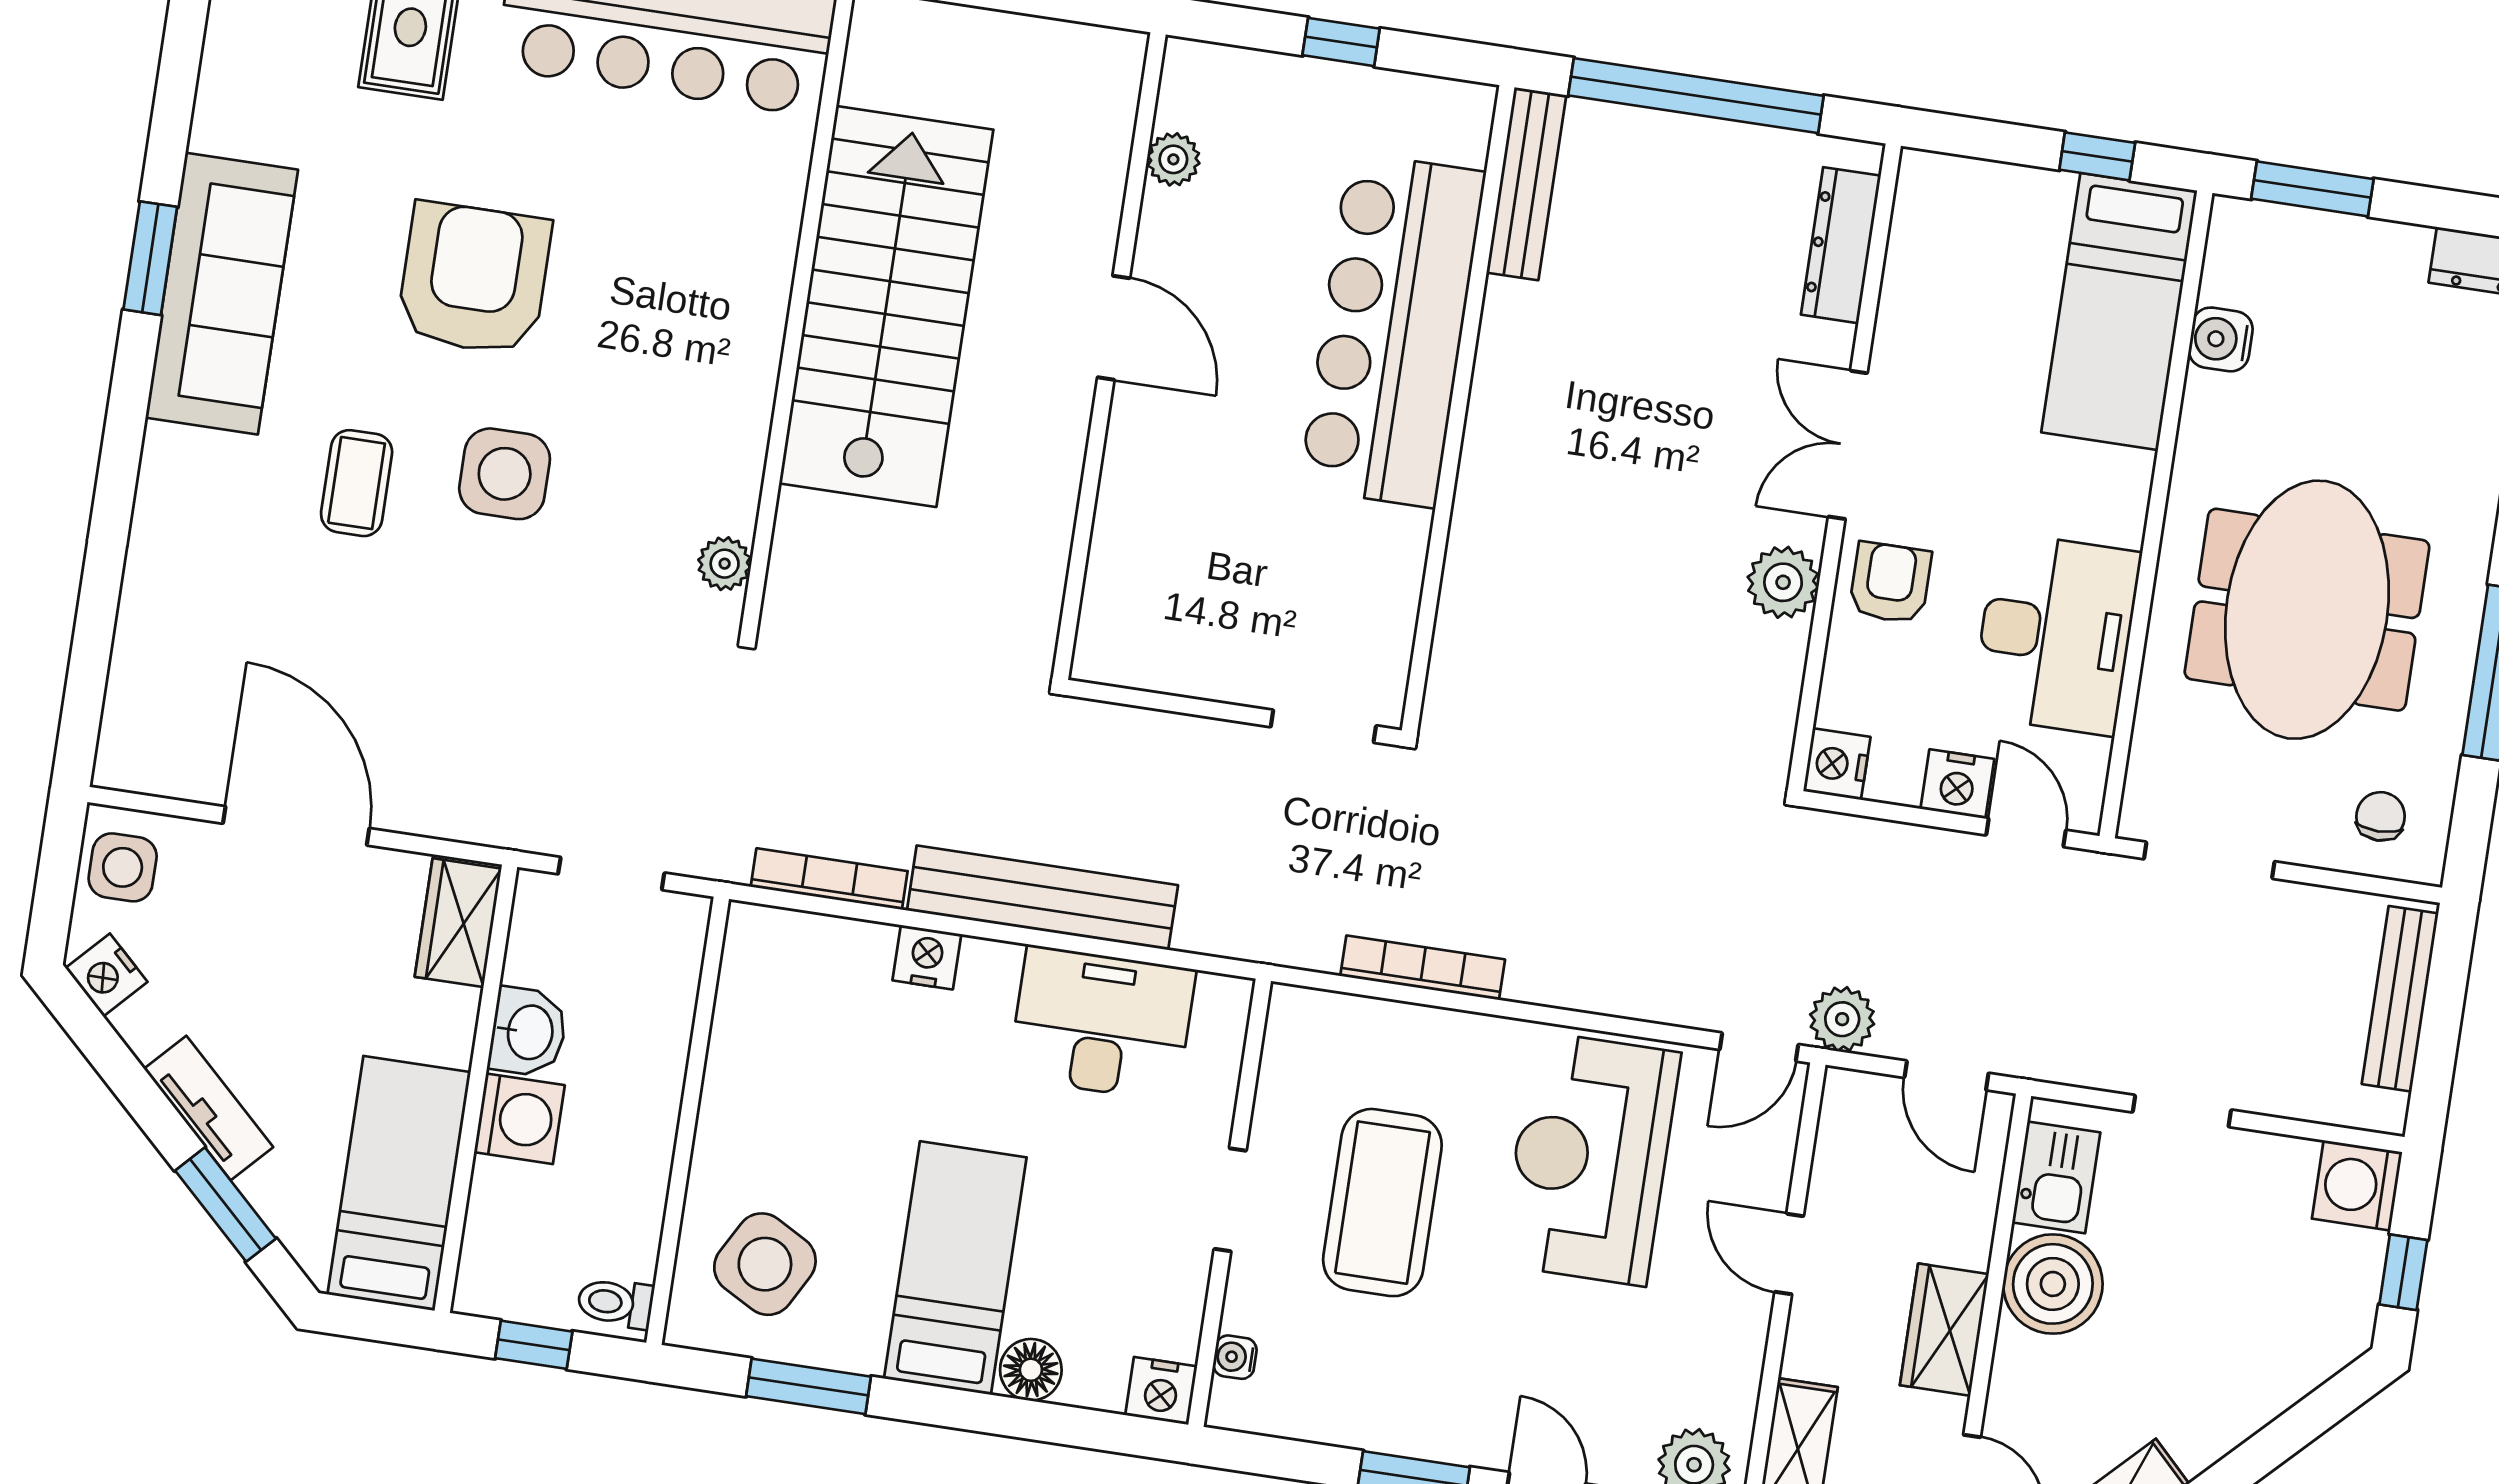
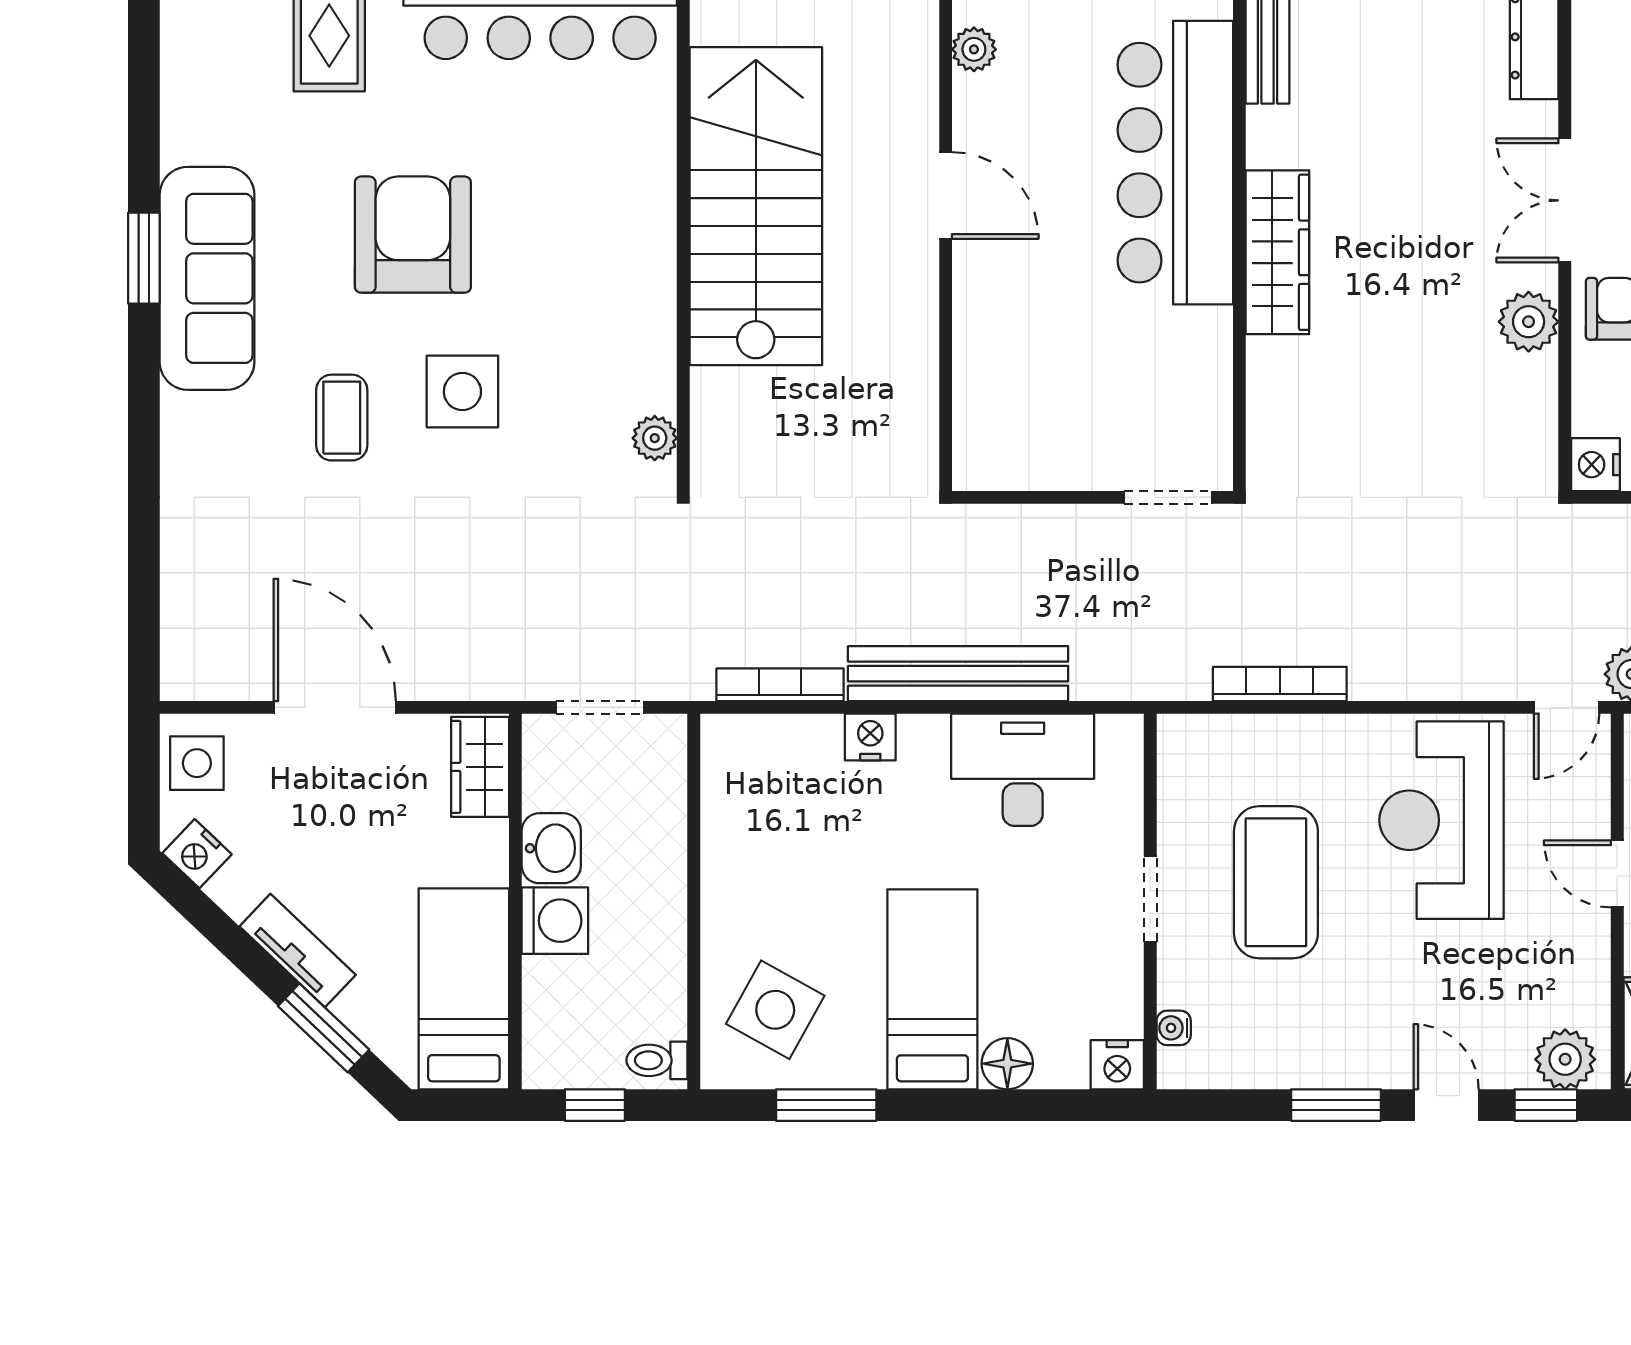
wardrobe: (1497, 455) -> (1277, 252), added

